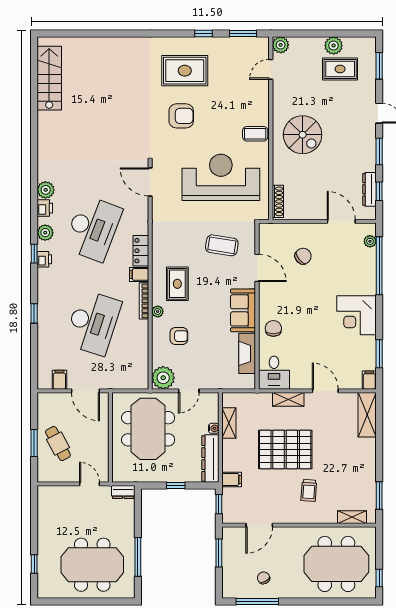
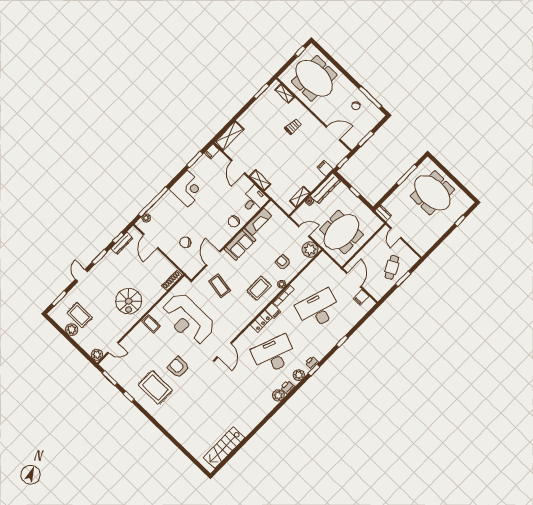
spiral stairs: (303, 135) -> (129, 301), turned 180
pallet: (285, 450) -> (285, 158), removed

